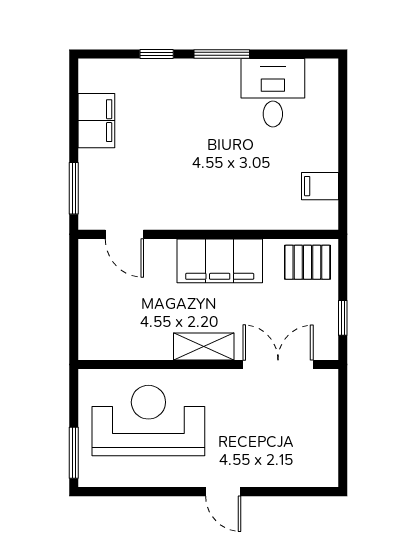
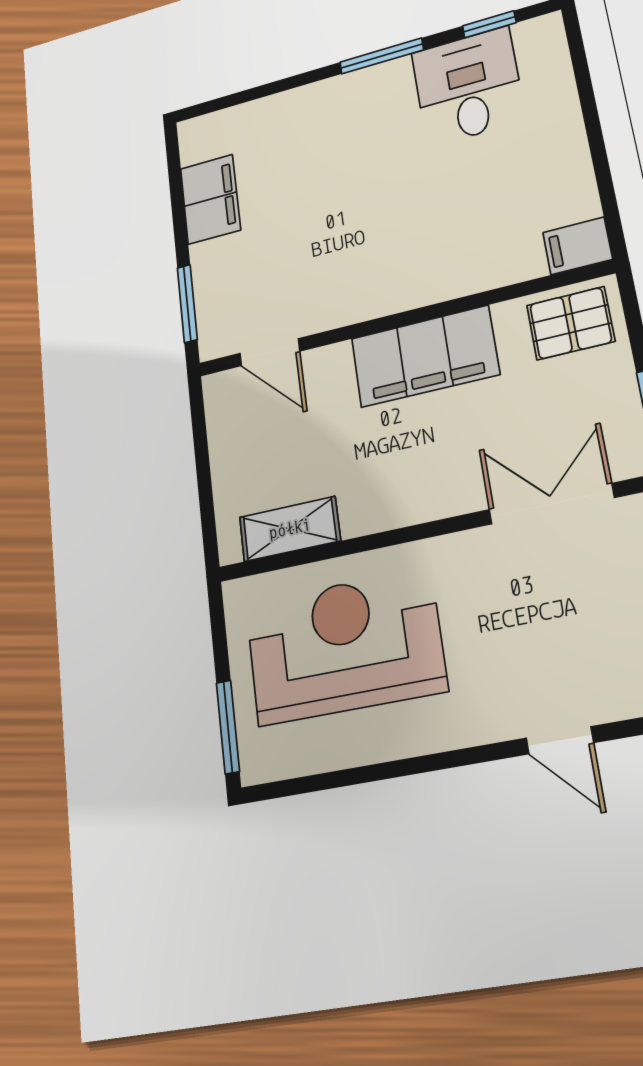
window: (157, 54) -> (489, 24), moved
filing cabinet: (320, 186) -> (578, 246), moved
shelving: (204, 346) -> (290, 529), moved
door: (223, 492) -> (560, 740), moved

